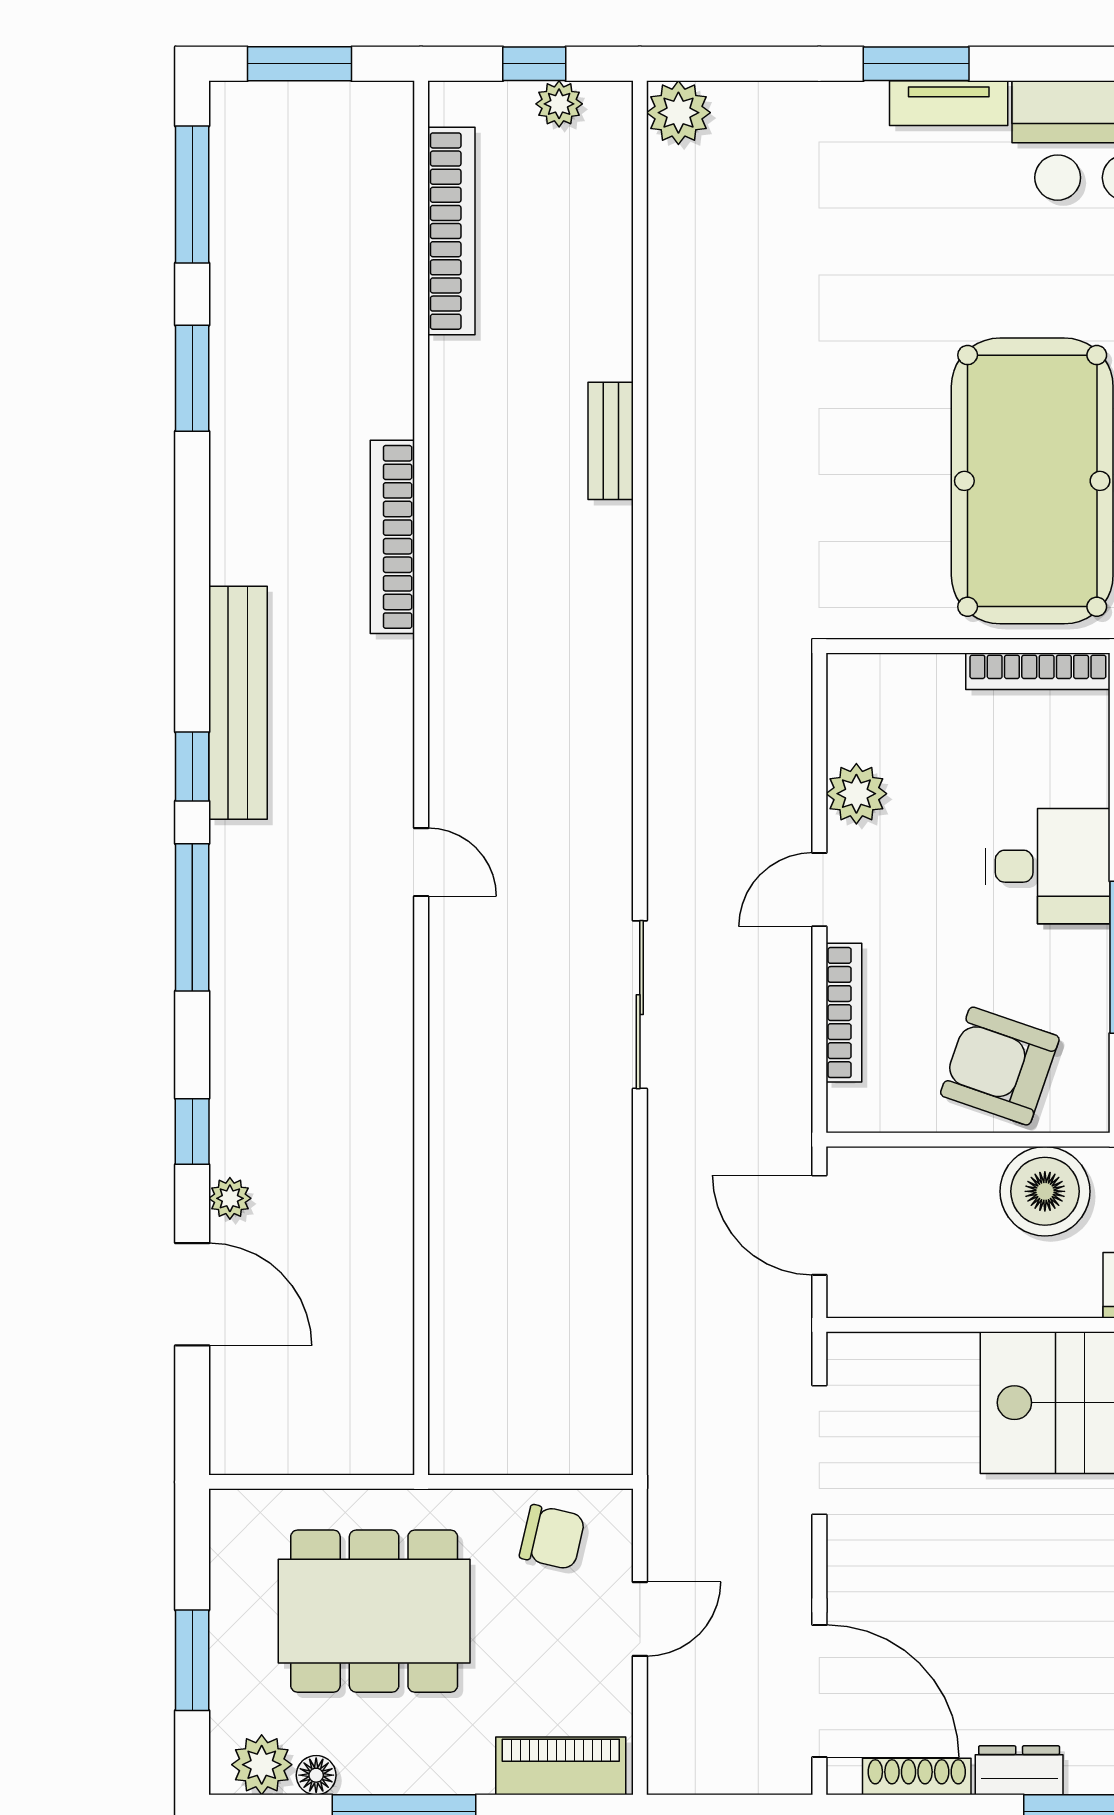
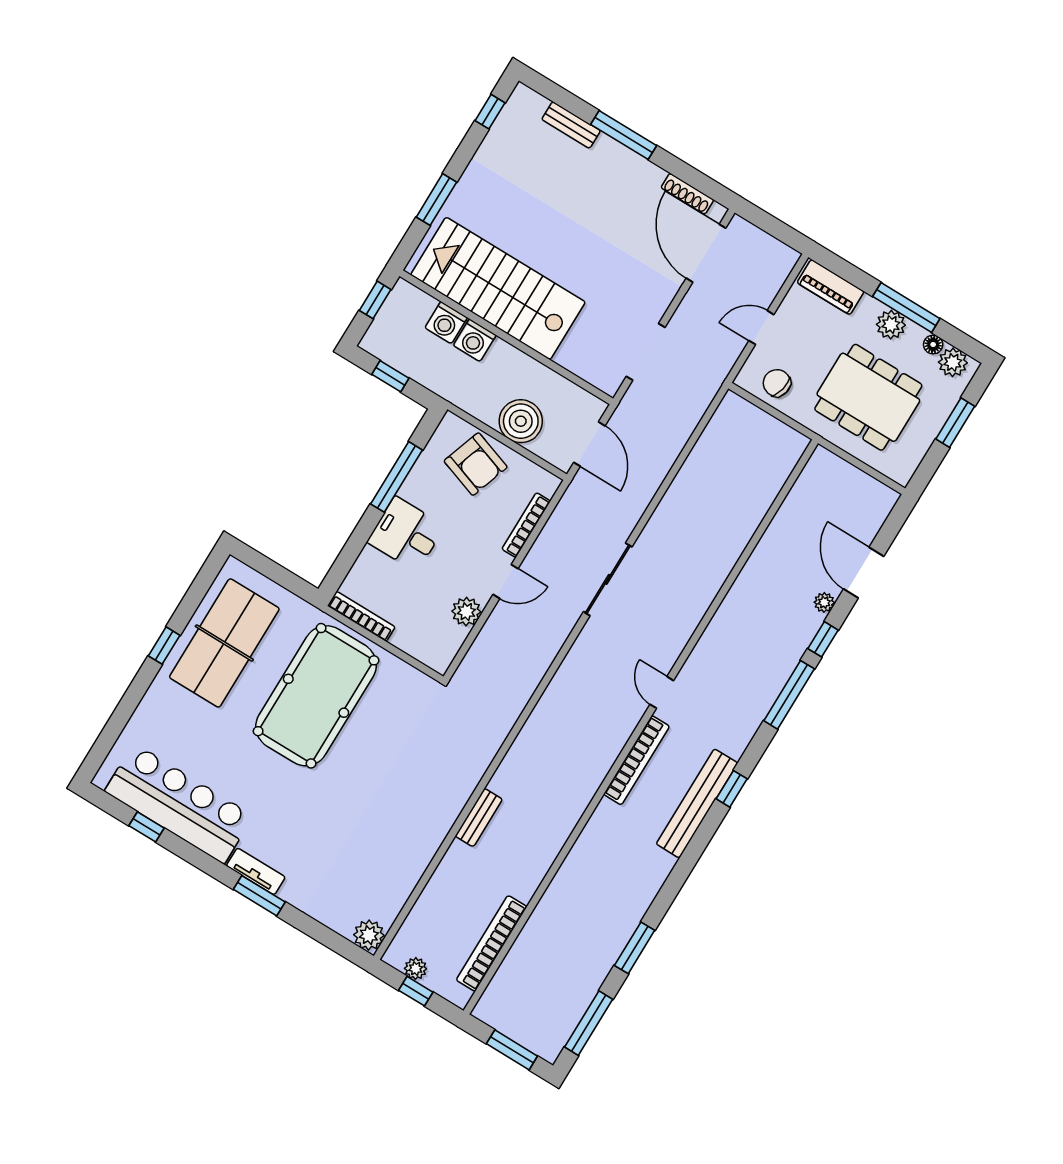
bookcase: (392, 537) -> (637, 760), moved
window: (192, 917) -> (789, 695), moved
boiler: (1045, 1191) -> (521, 421), moved
plant: (413, 1765) -> (891, 325), added
dresser: (1019, 1770) -> (644, 171), removed

